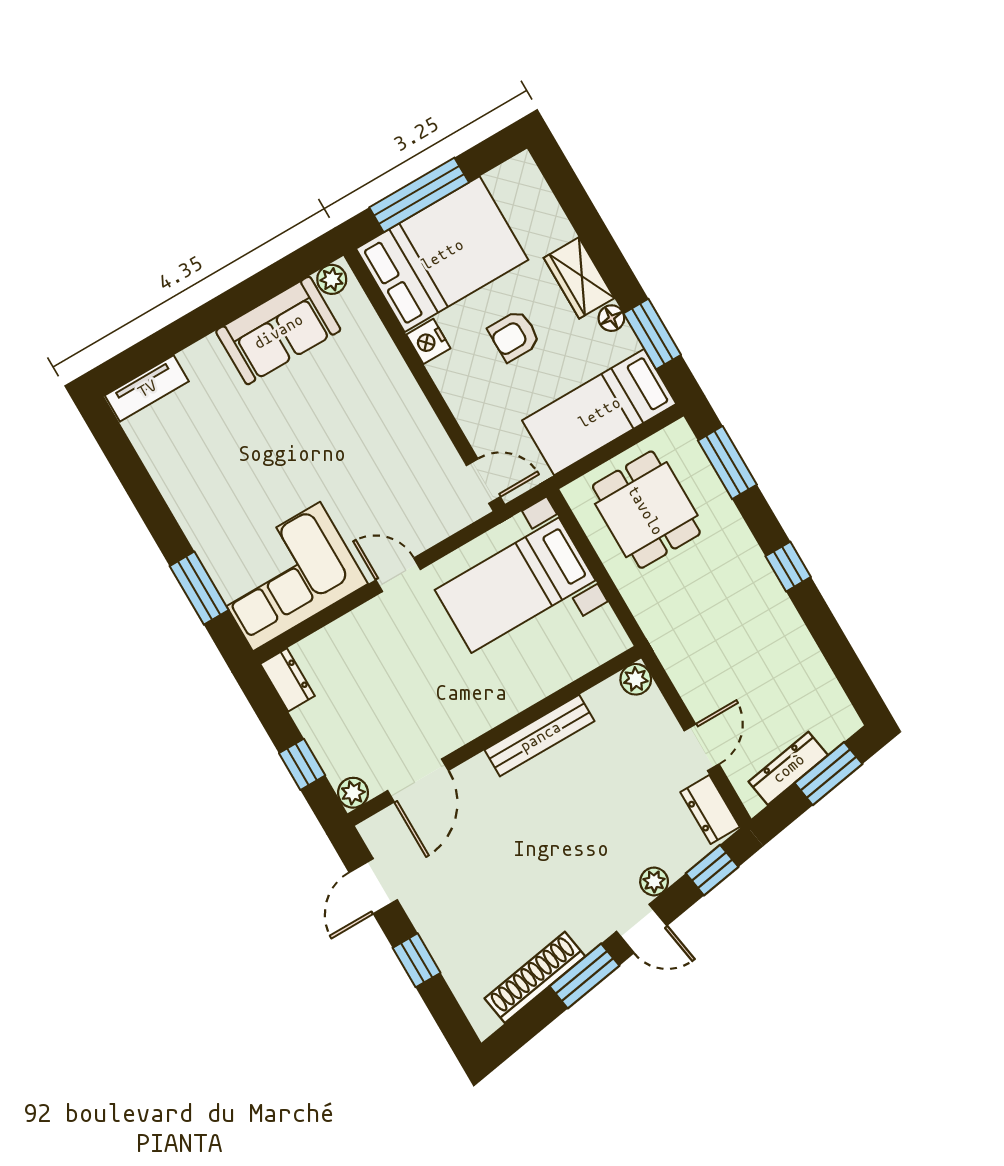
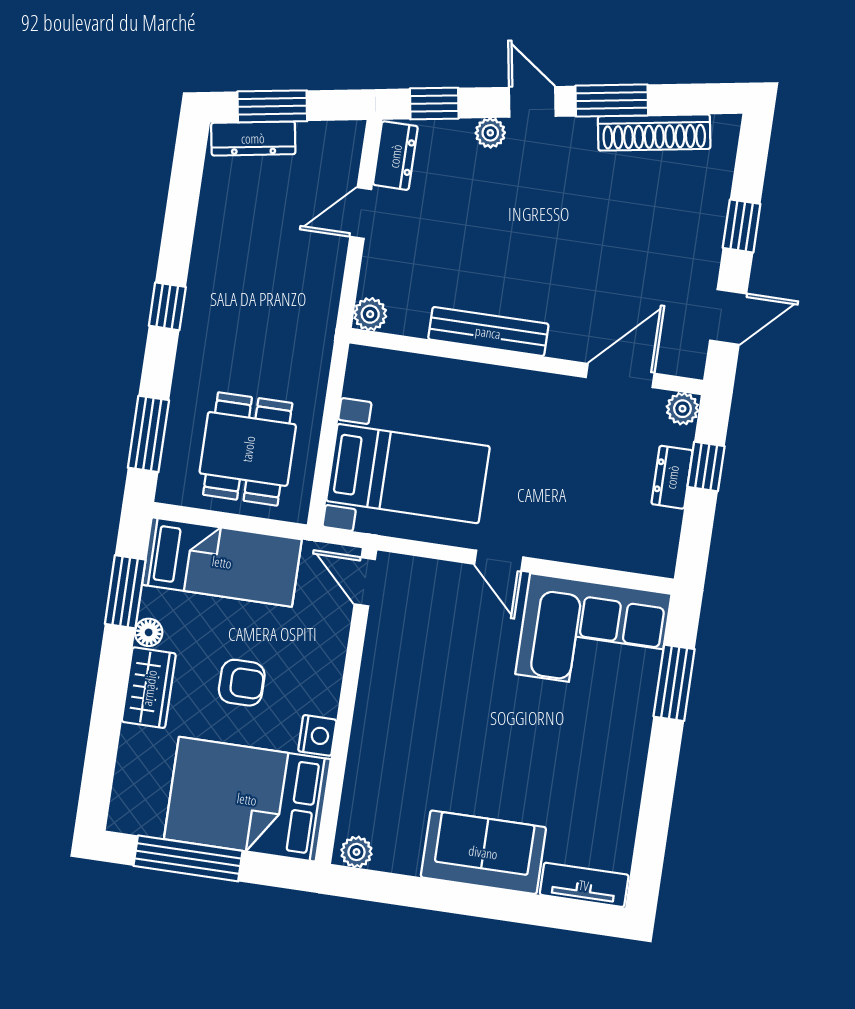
window: (419, 195) -> (188, 858), moved
sofa: (278, 331) -> (483, 852), moved
dresser: (287, 680) -> (672, 477), moved
dresser: (788, 768) -> (253, 138), moved

